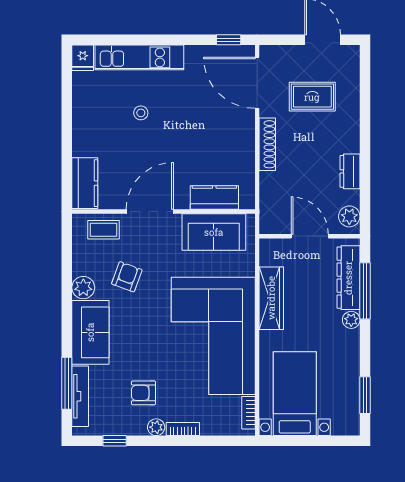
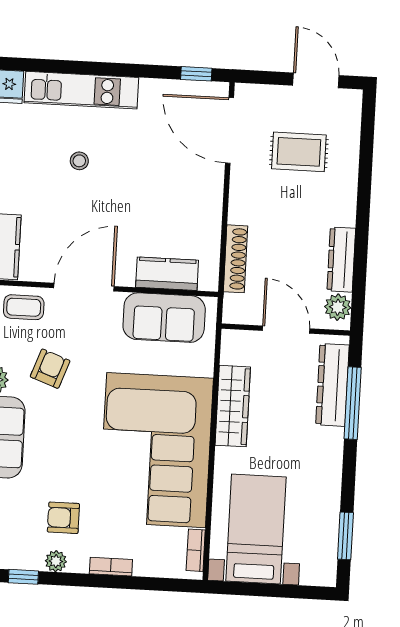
shoe rack: (267, 144) -> (236, 259), moved
dresser: (350, 171) -> (341, 260), width x1.44
plant: (351, 320) -> (333, 439), removed
plant: (156, 427) -> (56, 561), moved

